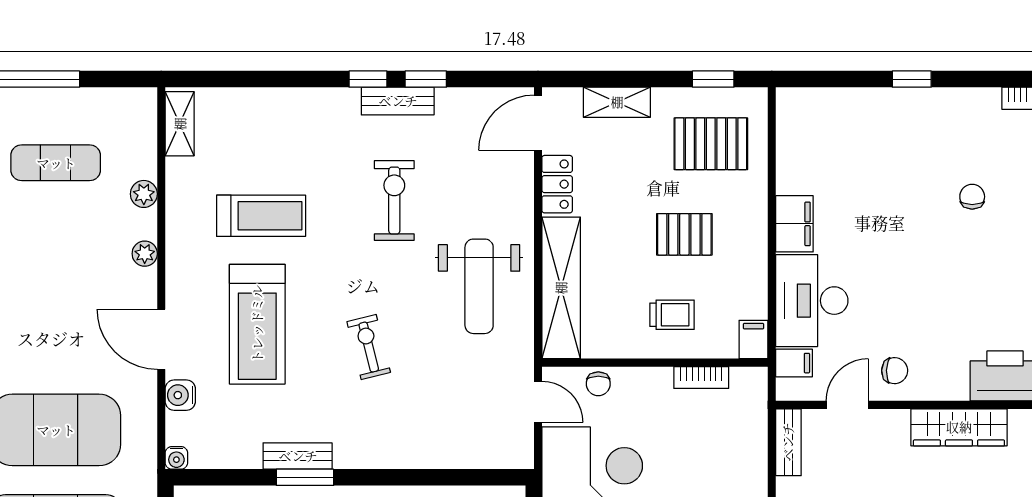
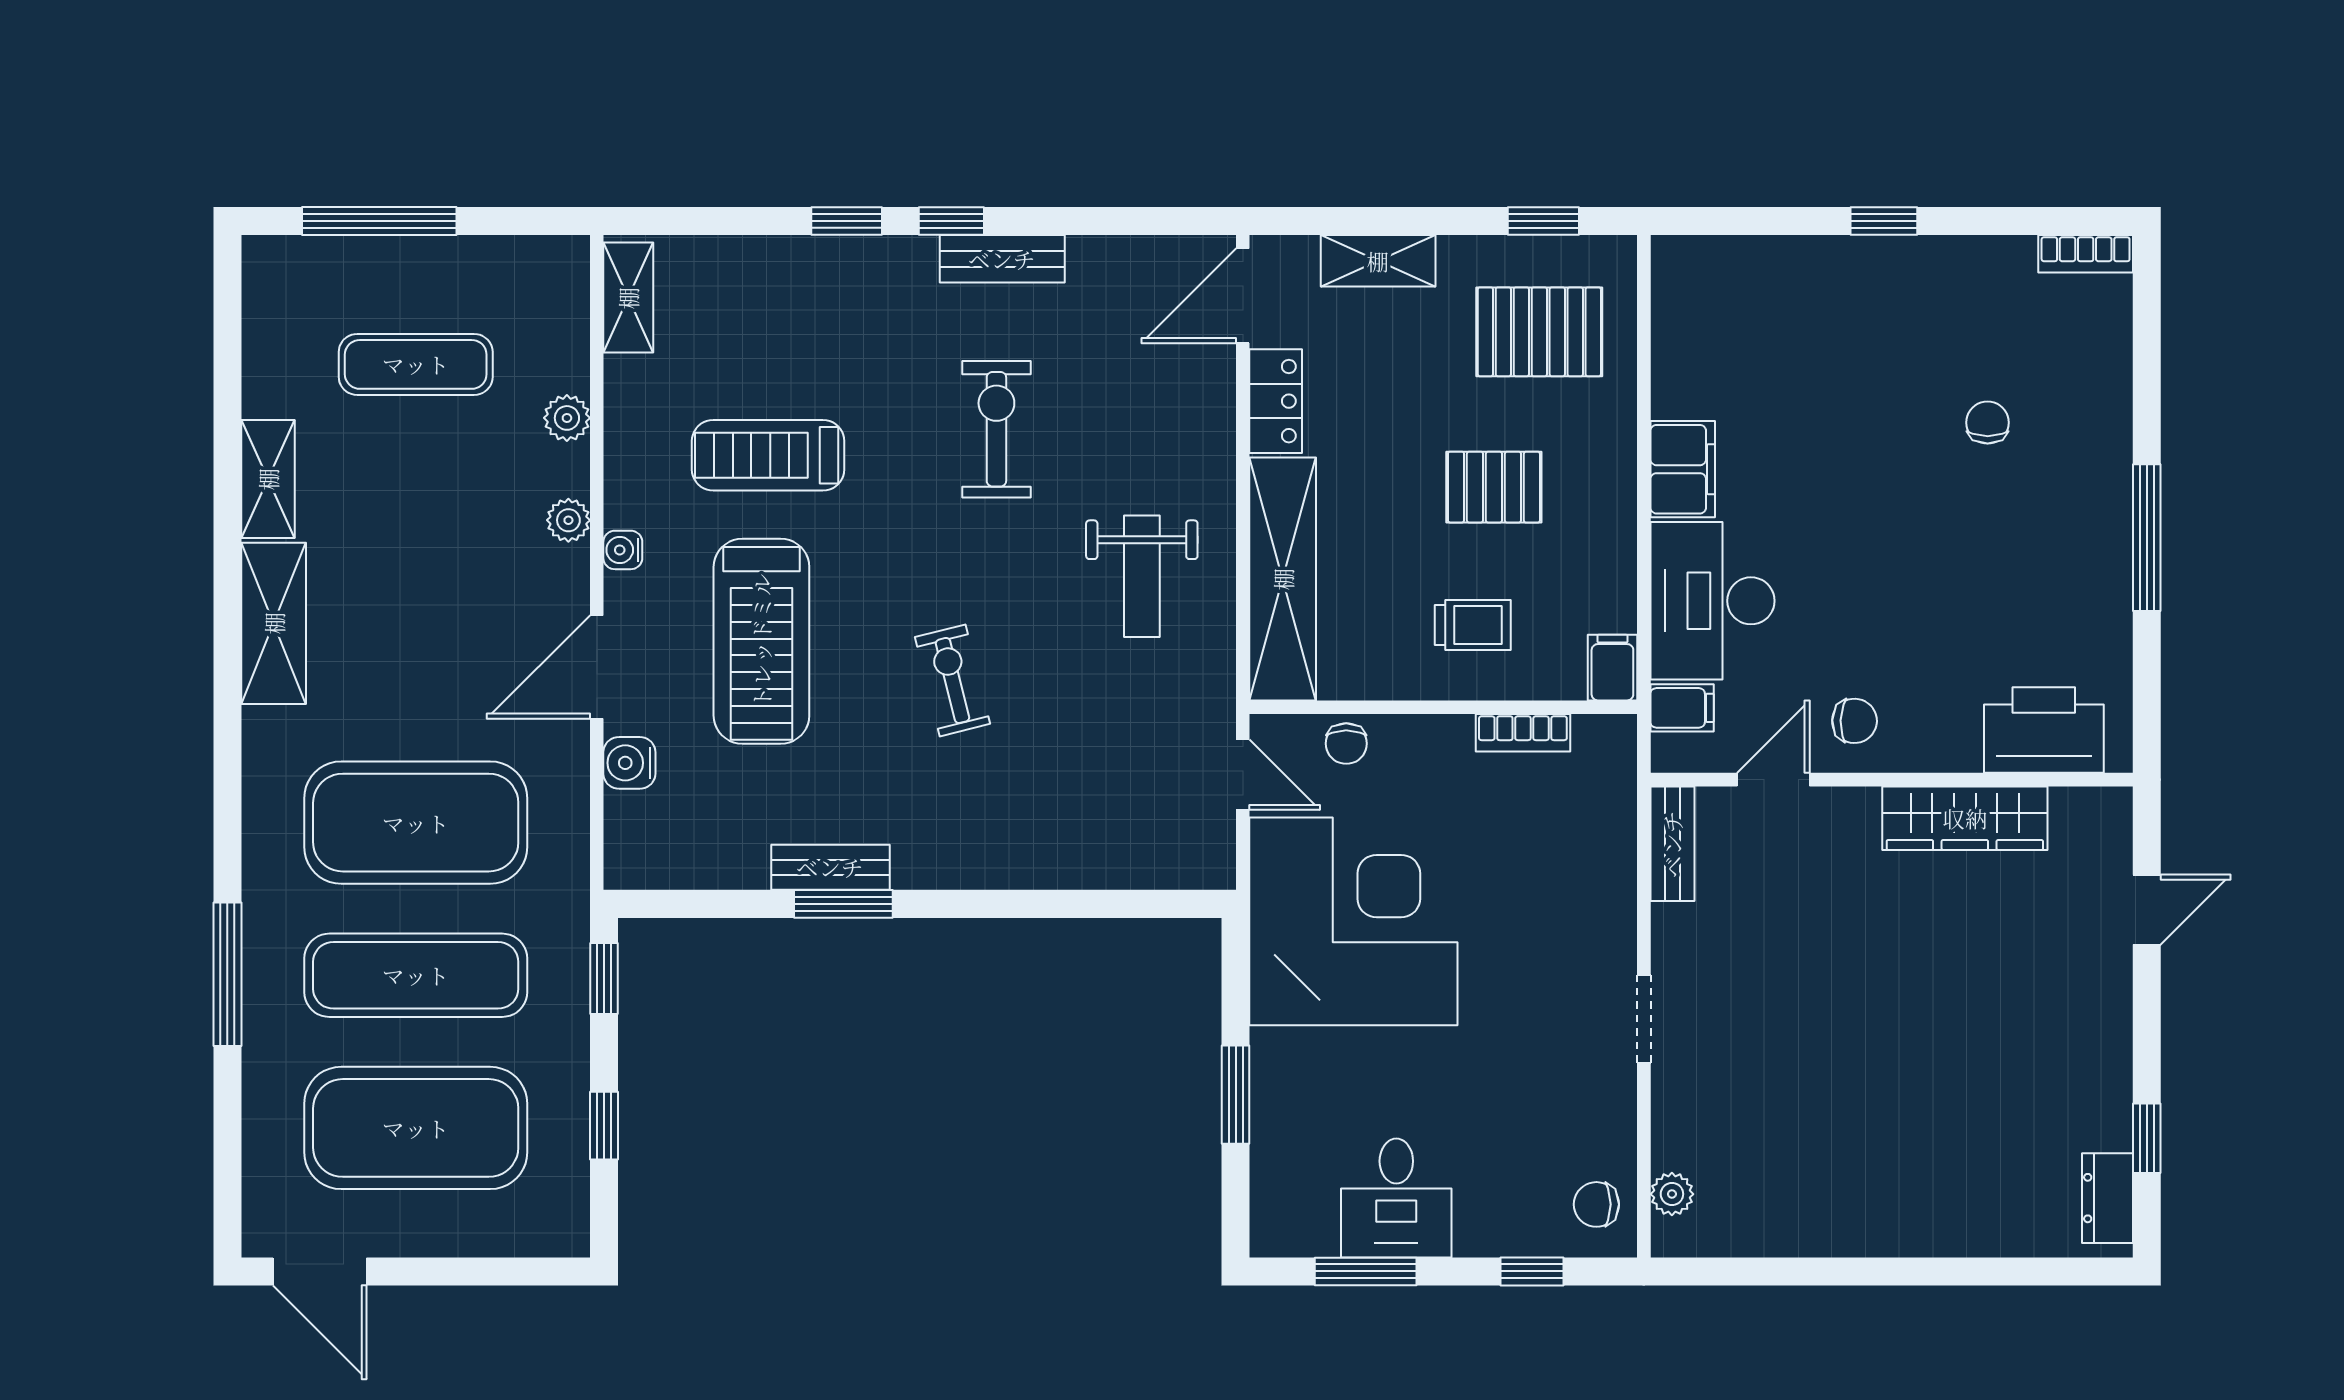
window: (426, 79) -> (847, 221), moved
treadmill: (261, 216) -> (768, 455), turned 180
weight bench: (479, 286) -> (1142, 576), width x0.73, depth x0.75
door: (161, 339) -> (597, 667), hinge flipped
water cooler: (176, 458) -> (623, 550), moved, turned 90

